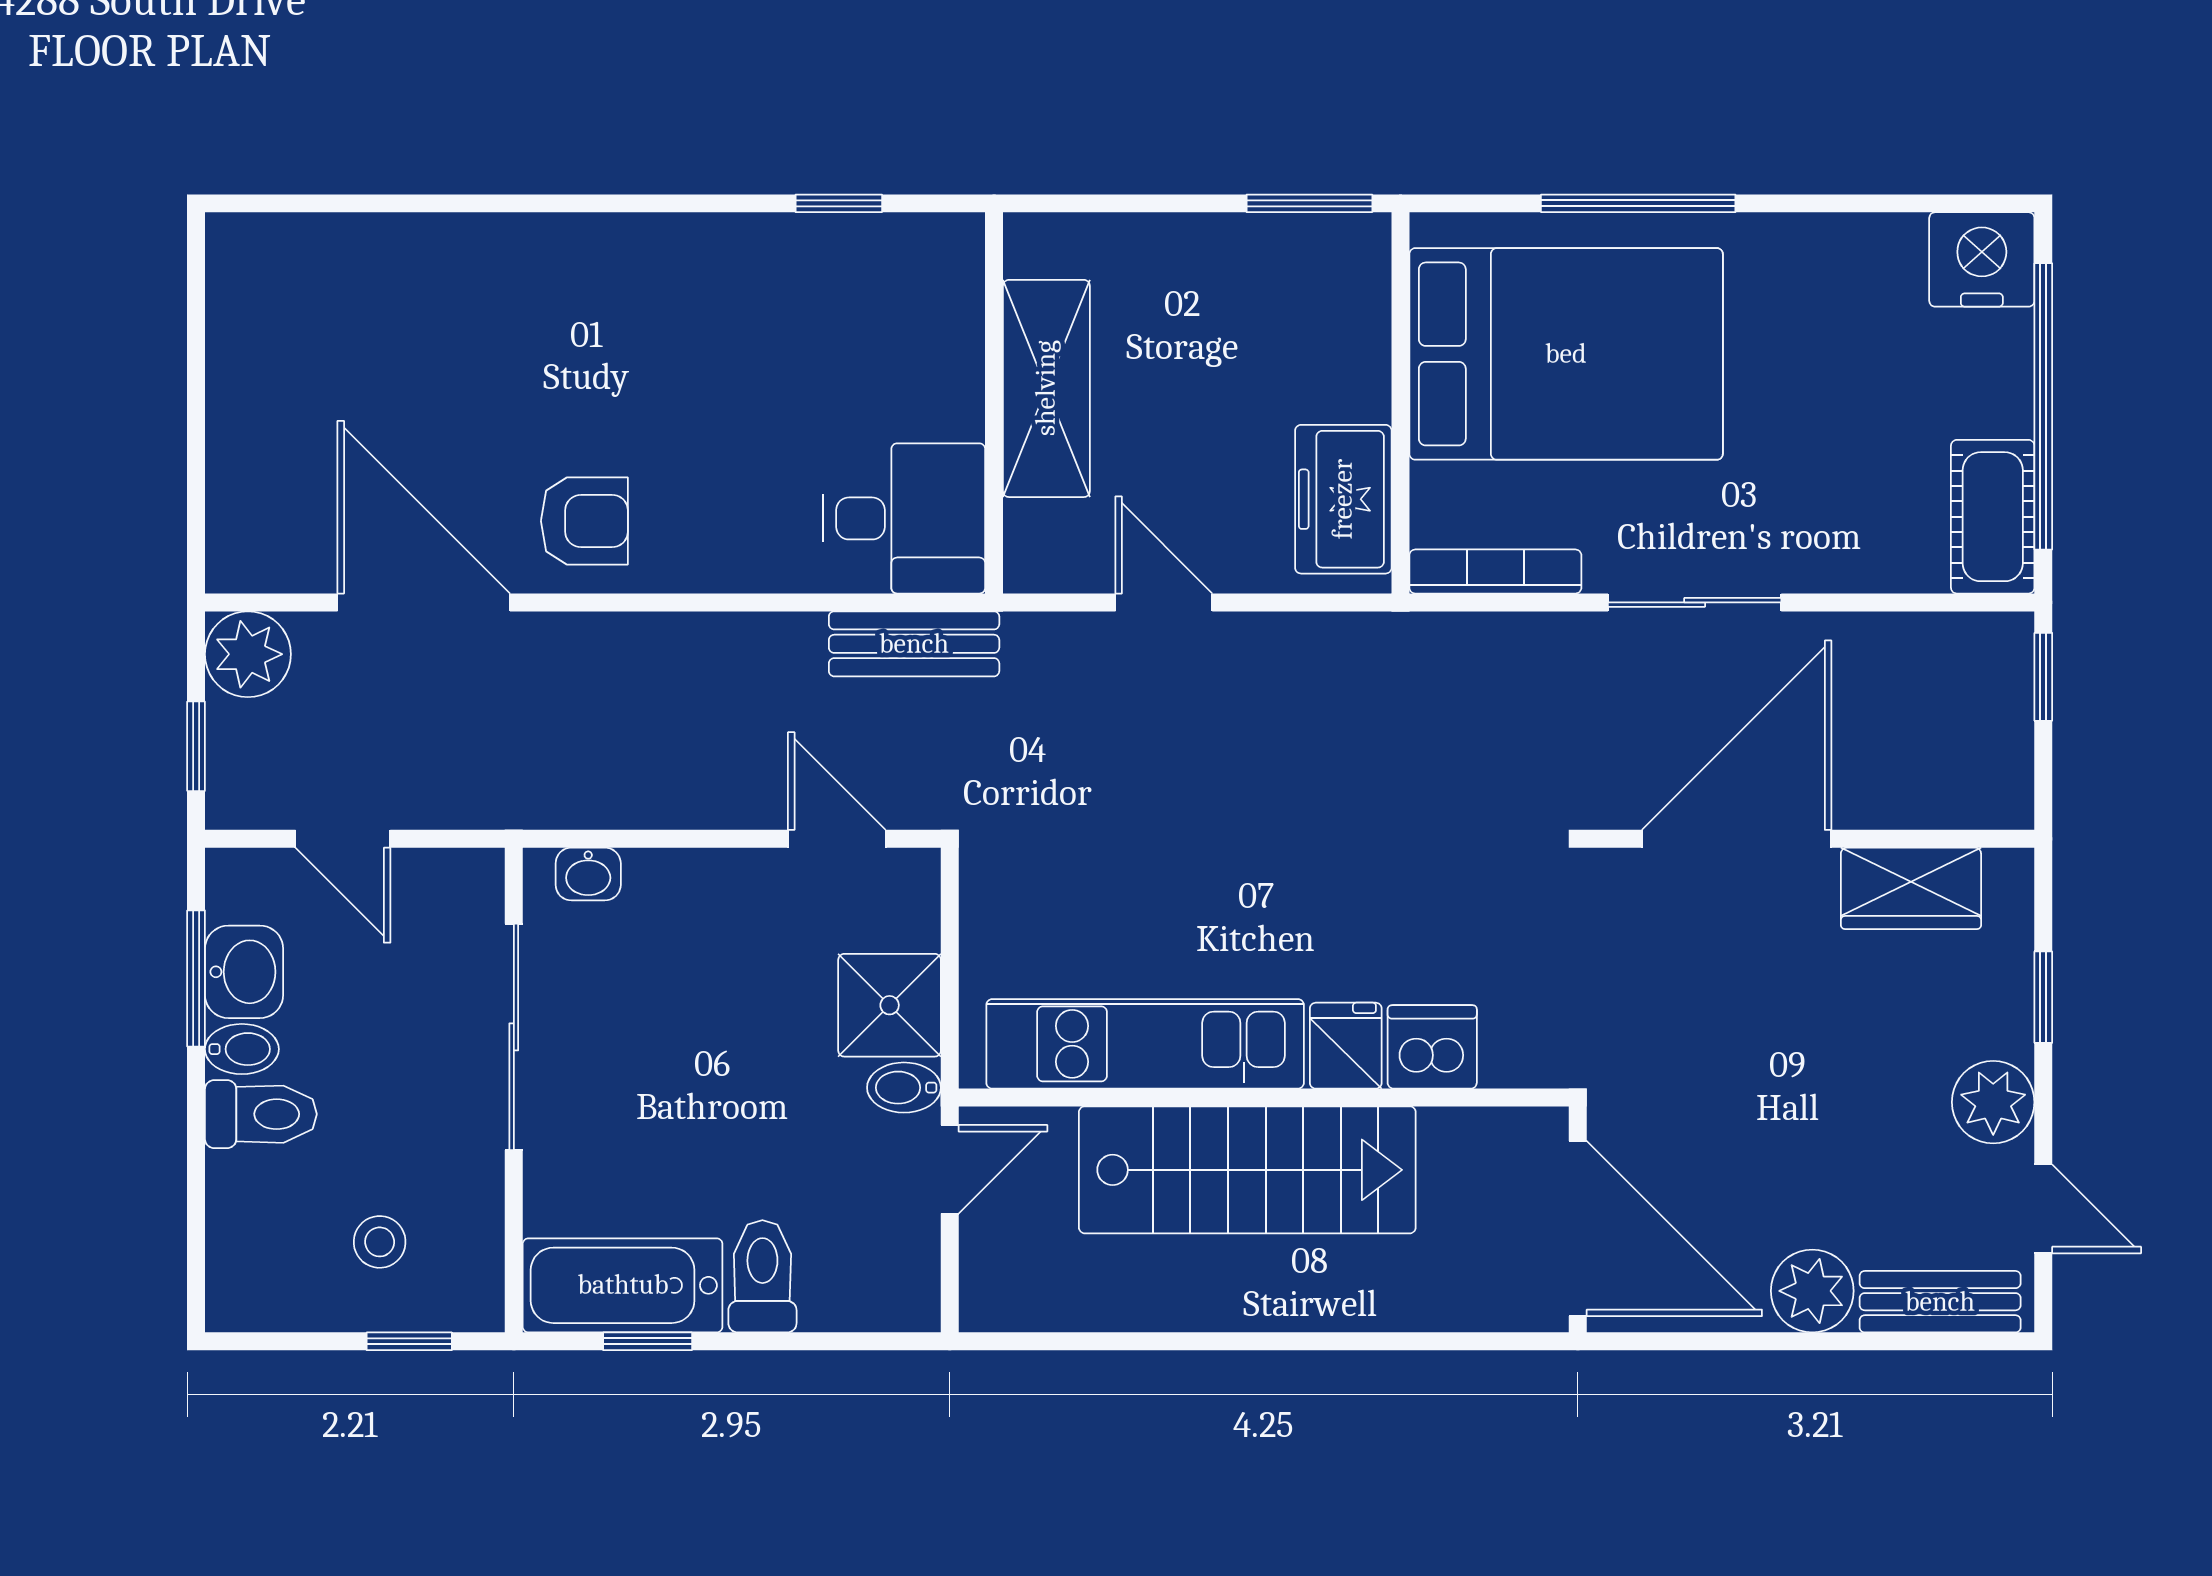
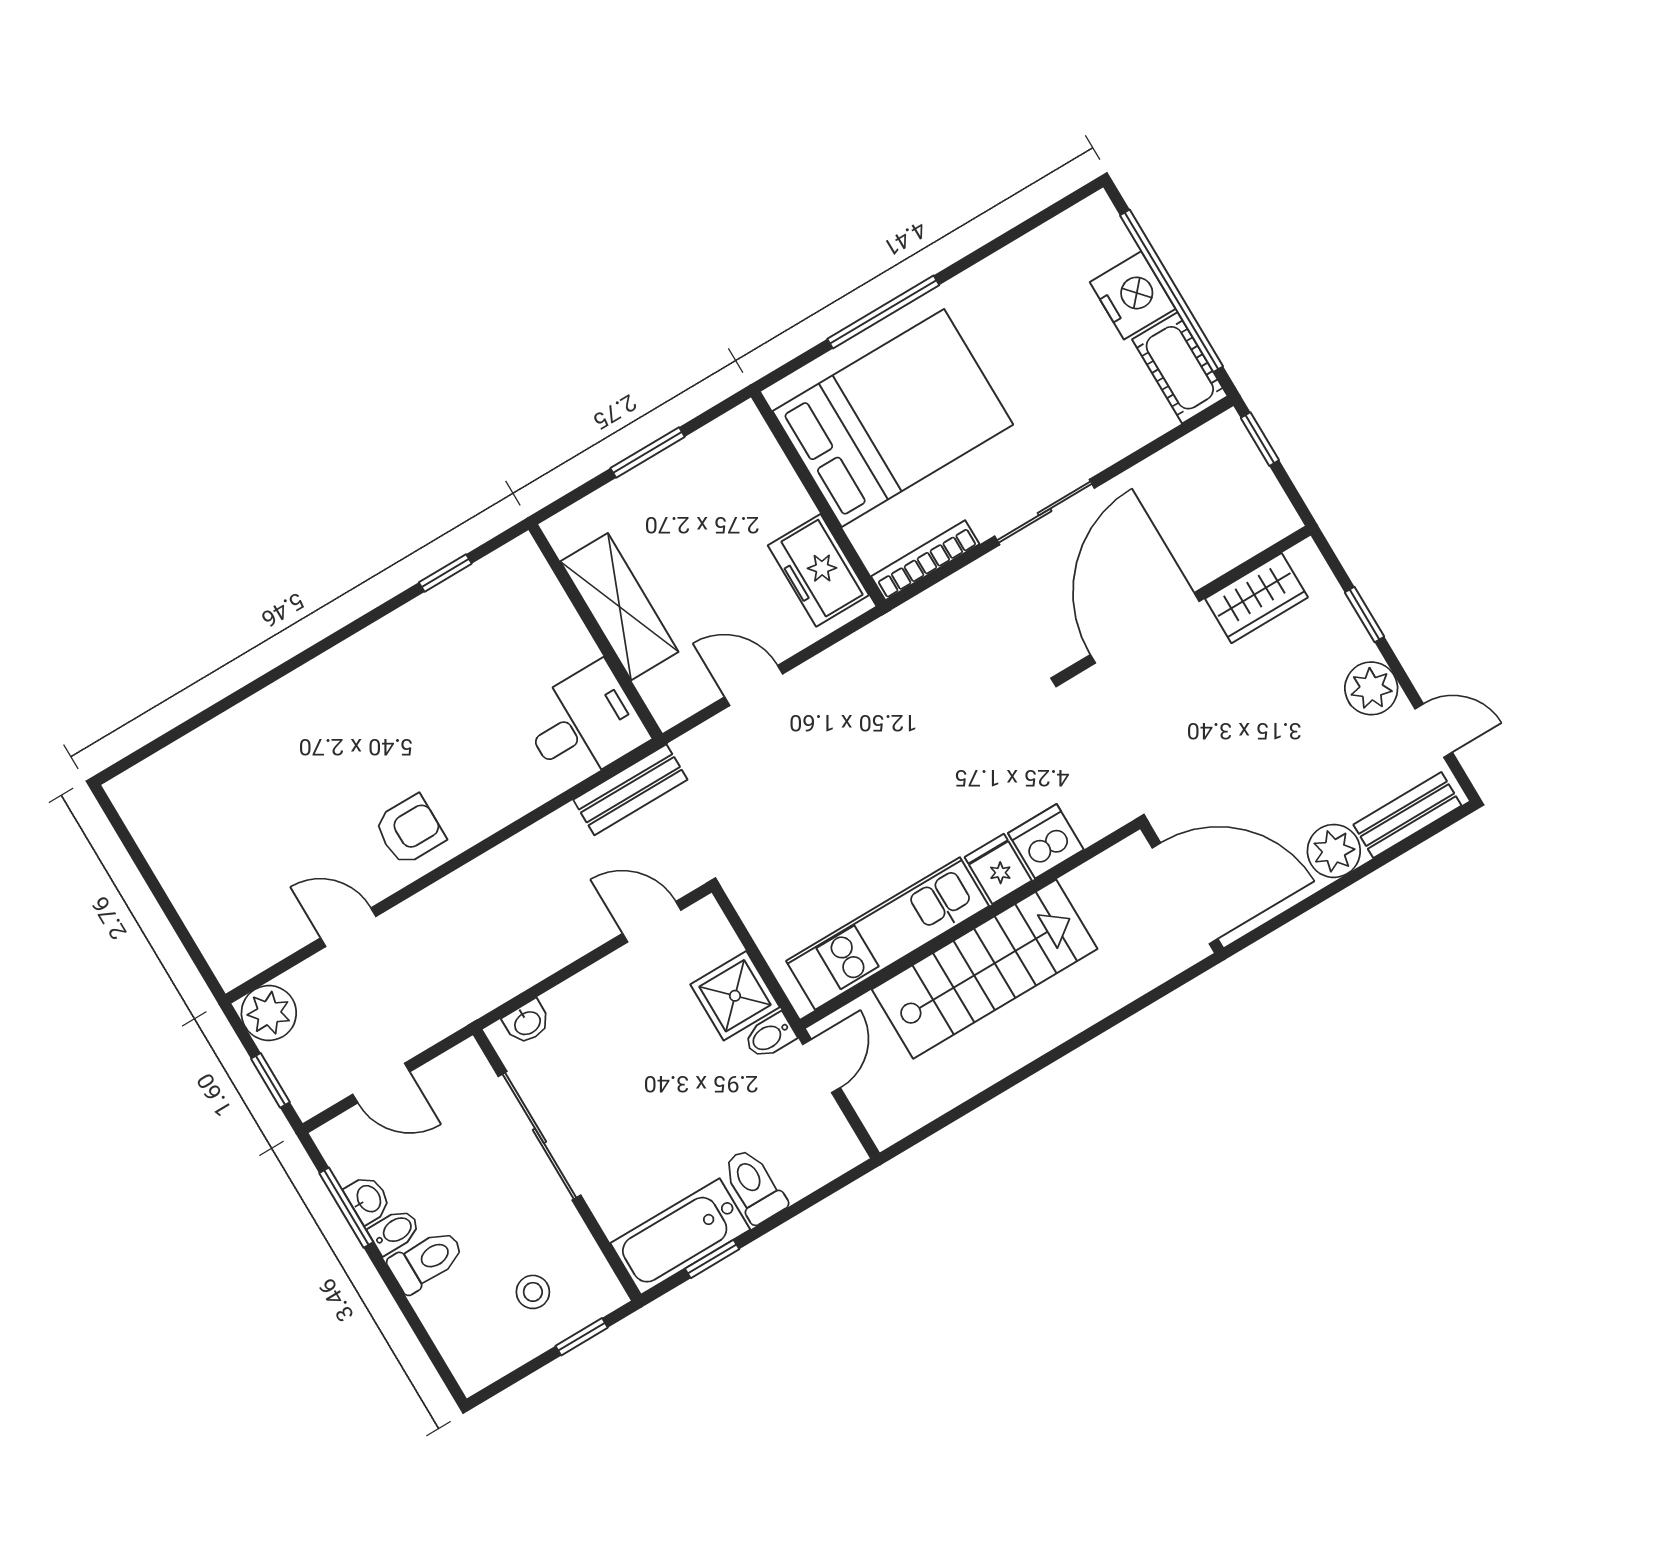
window: (1309, 203) -> (648, 452), moved
nightstand: (1982, 259) -> (1133, 295), moved, turned 90
door: (424, 602) -> (348, 927), width x0.53
washbasin: (244, 972) -> (368, 1199), width x0.72, depth x0.69

